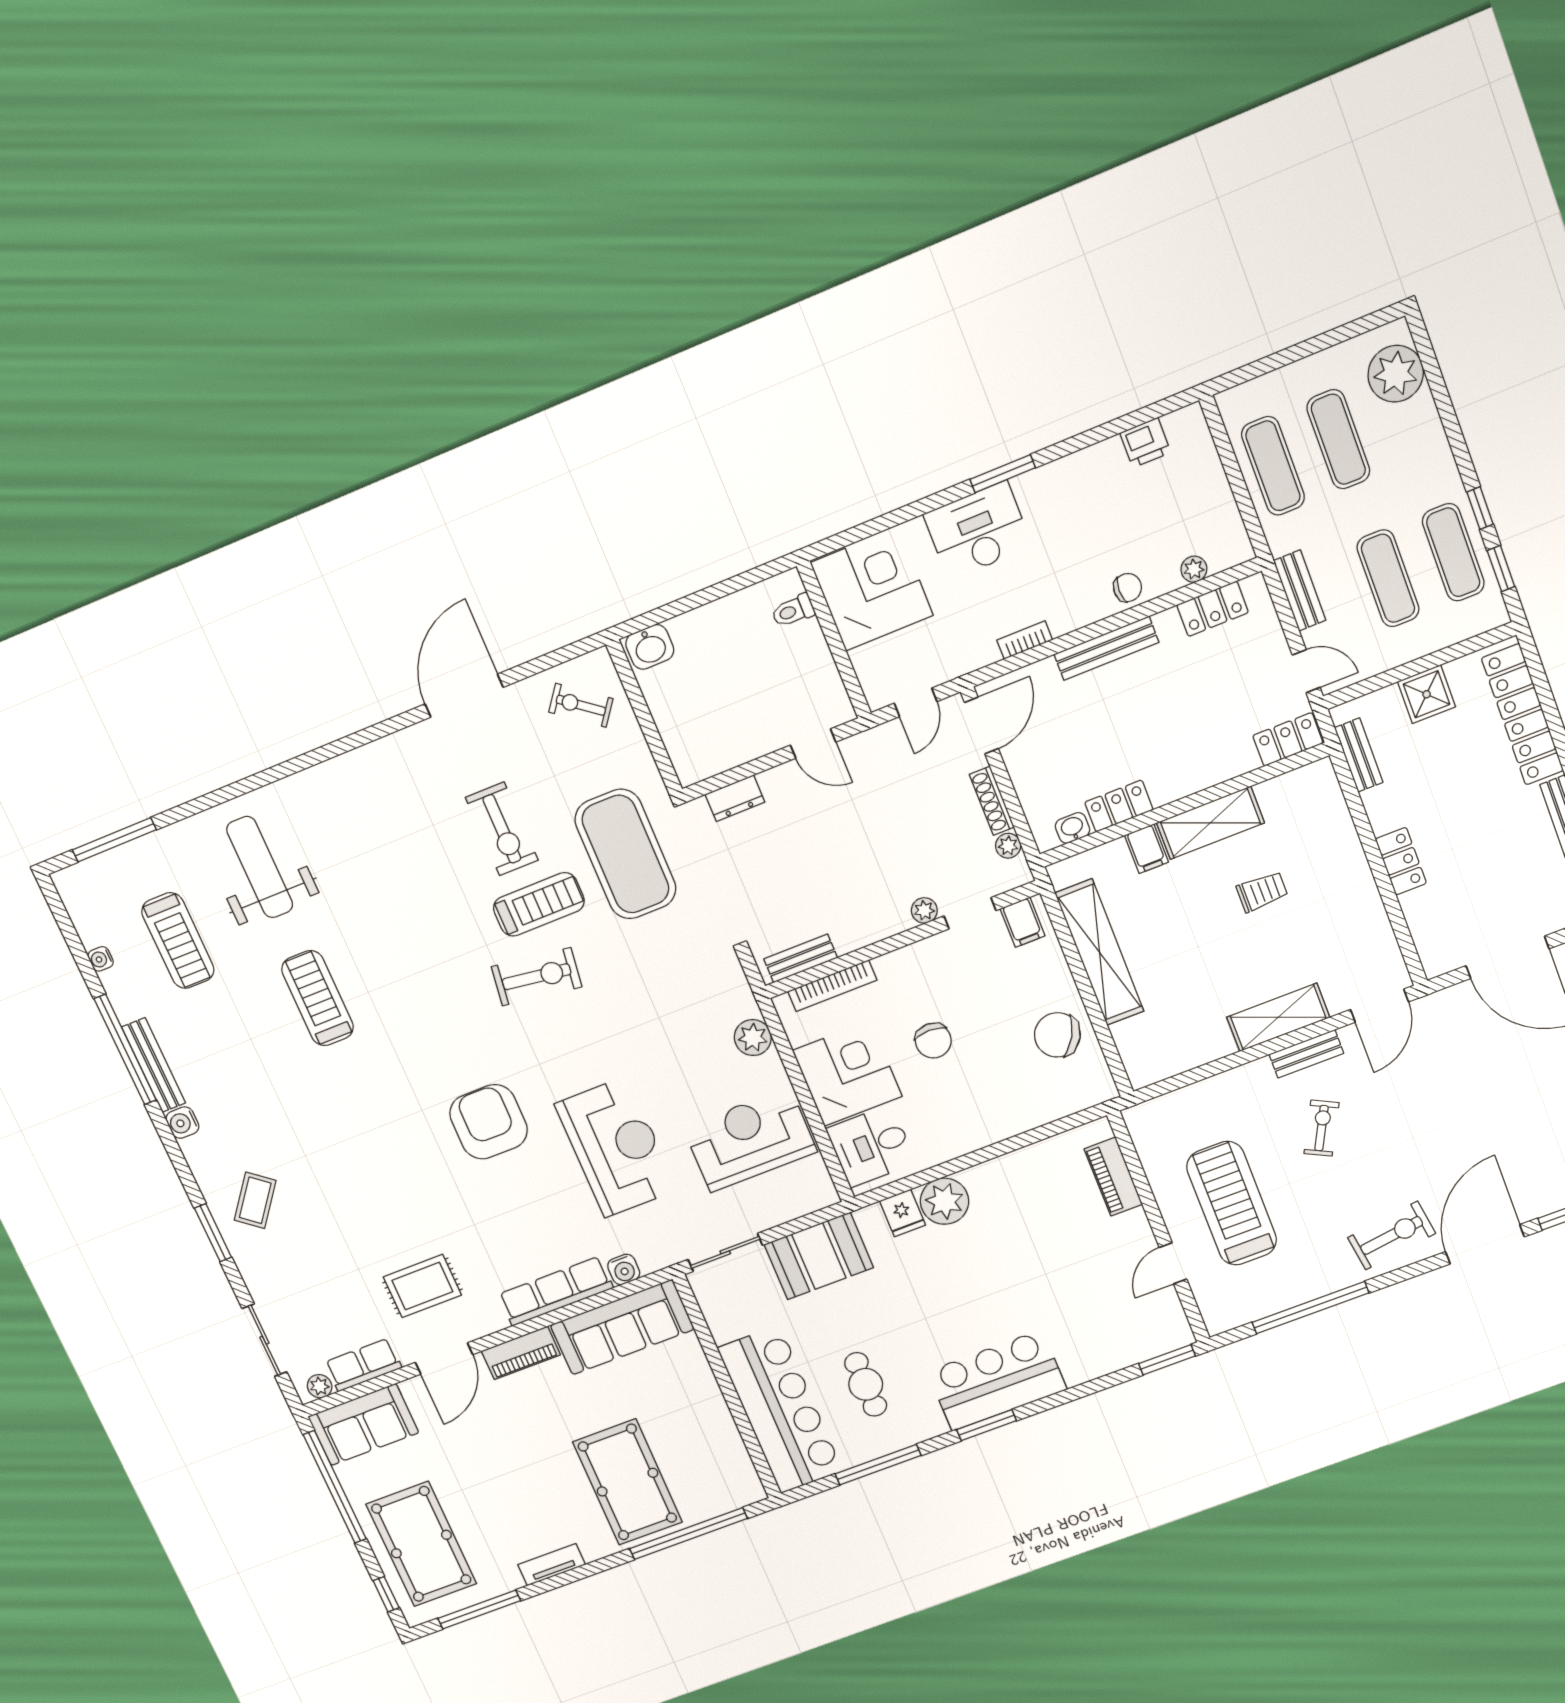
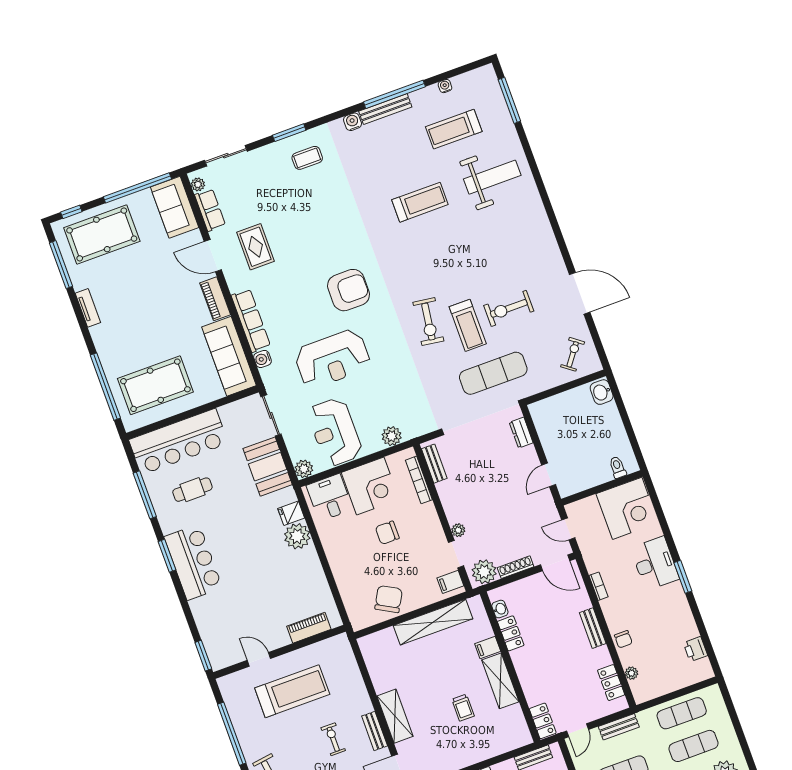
bench: (1106, 648) -> (593, 628), width x0.73
plant: (1008, 846) -> (484, 572), width x1.88, depth x1.88
exercise mat: (625, 854) -> (493, 373), width x0.68
exercise bike: (1321, 1128) -> (333, 739), turned -117
reception desk: (750, 1140) -> (335, 432), turned 180
plant: (820, 1193) -> (304, 469), added
coffee table: (255, 1200) -> (307, 158), turned -38
pool table: (627, 1482) -> (155, 385), moved

